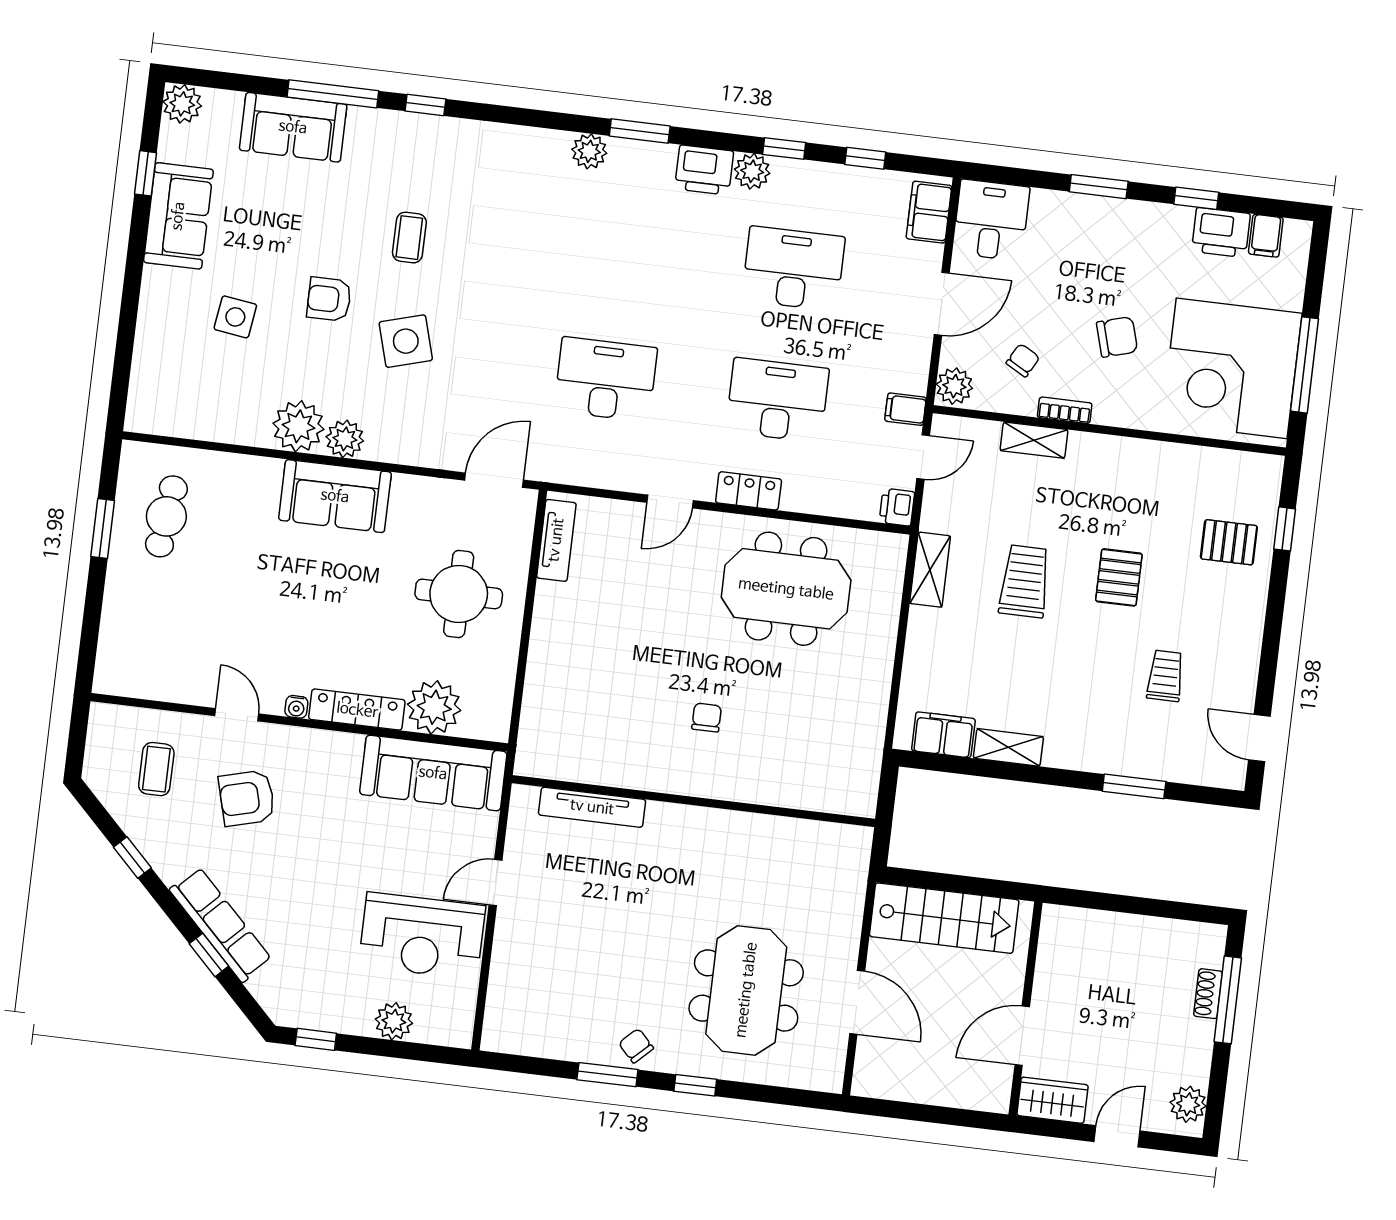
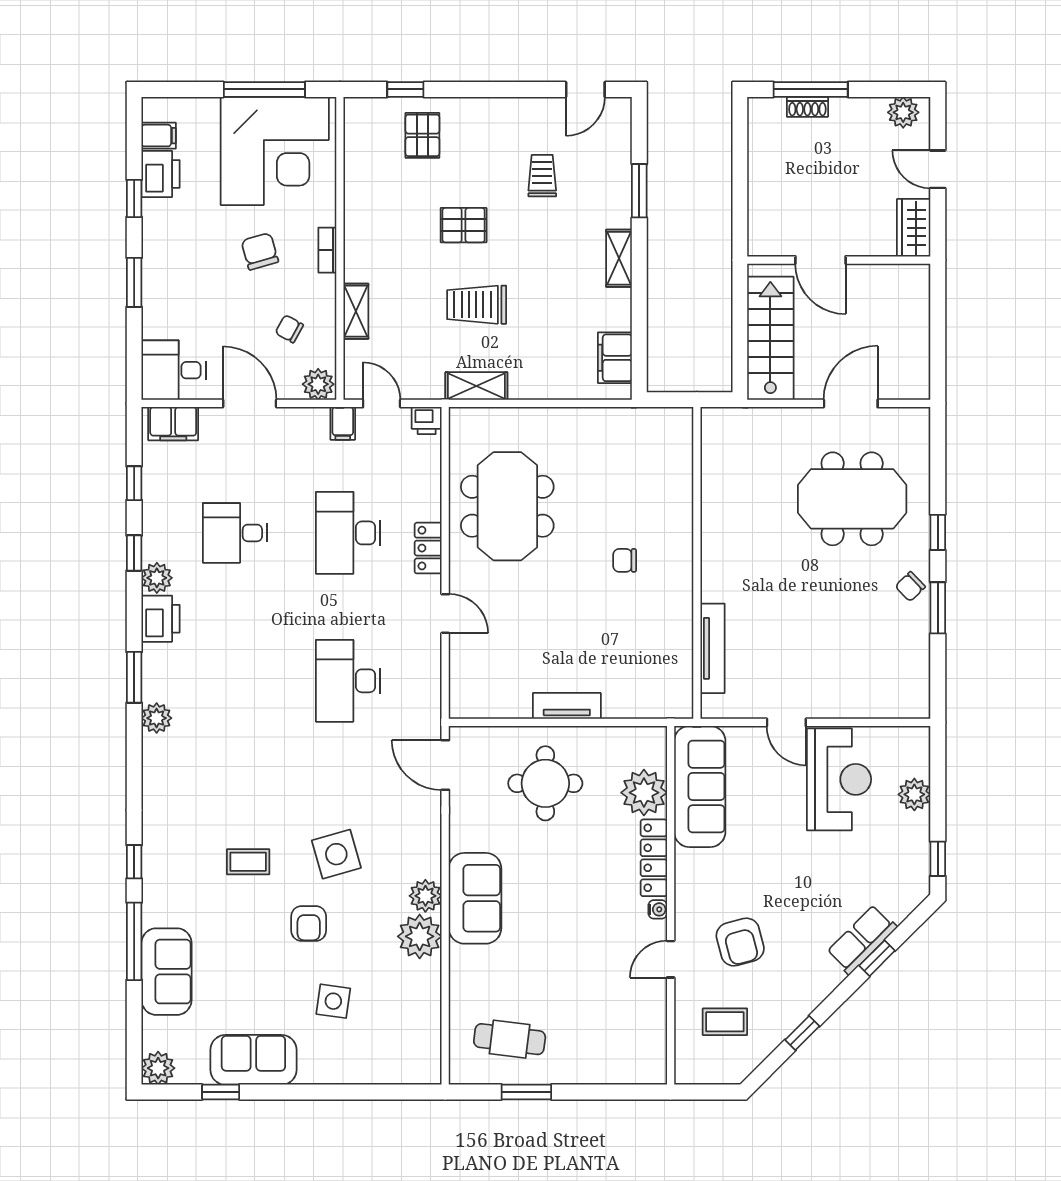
desk: (793, 268) -> (235, 533), width x0.73
bookcase: (1065, 410) -> (327, 250), moved
tv unit: (556, 540) -> (567, 706), moved
trolley: (1165, 676) -> (542, 176), turned 90
shelving: (1008, 747) -> (619, 258), moved
row of seats: (221, 925) -> (862, 940), width x0.68
door: (1022, 1036) -> (821, 260), moved

